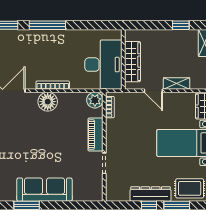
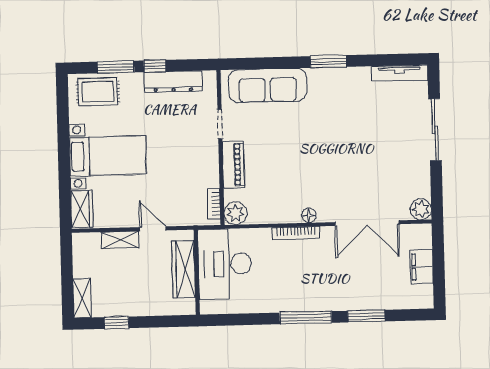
floor lamp: (48, 102) -> (309, 216), width x0.53, depth x0.53
sofa: (45, 190) -> (268, 85), moved
dresser: (151, 194) -> (173, 82), moved

